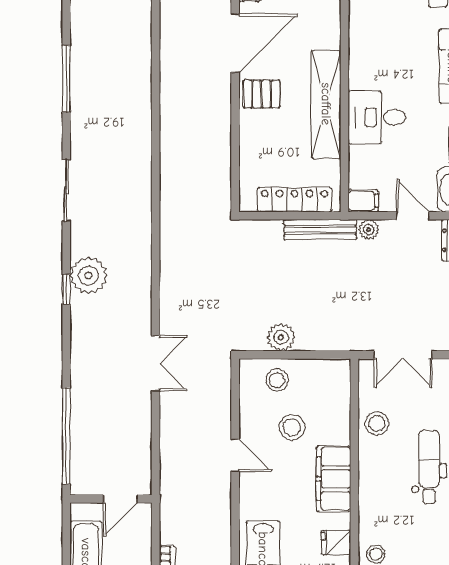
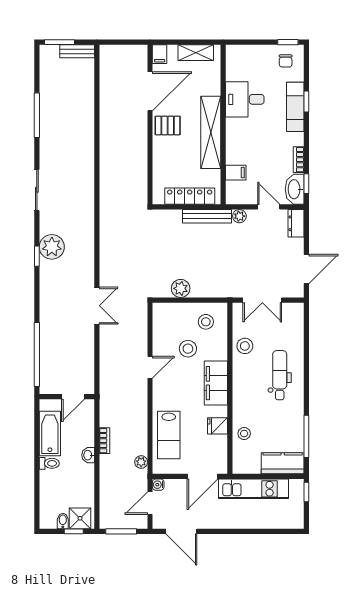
desk: (377, 117) -> (245, 99), moved
filing cabinet: (363, 201) -> (236, 173), moved
stool: (277, 380) -> (206, 322), moved
door: (235, 455) -> (150, 367), hinge flipped

